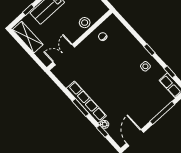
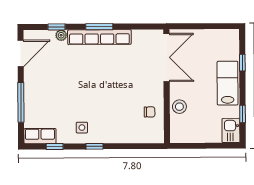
shelving: (28, 37) -> (216, 37), removed
double door: (64, 55) -> (166, 57), width x1.37
door: (135, 138) -> (21, 53), hinge flipped

